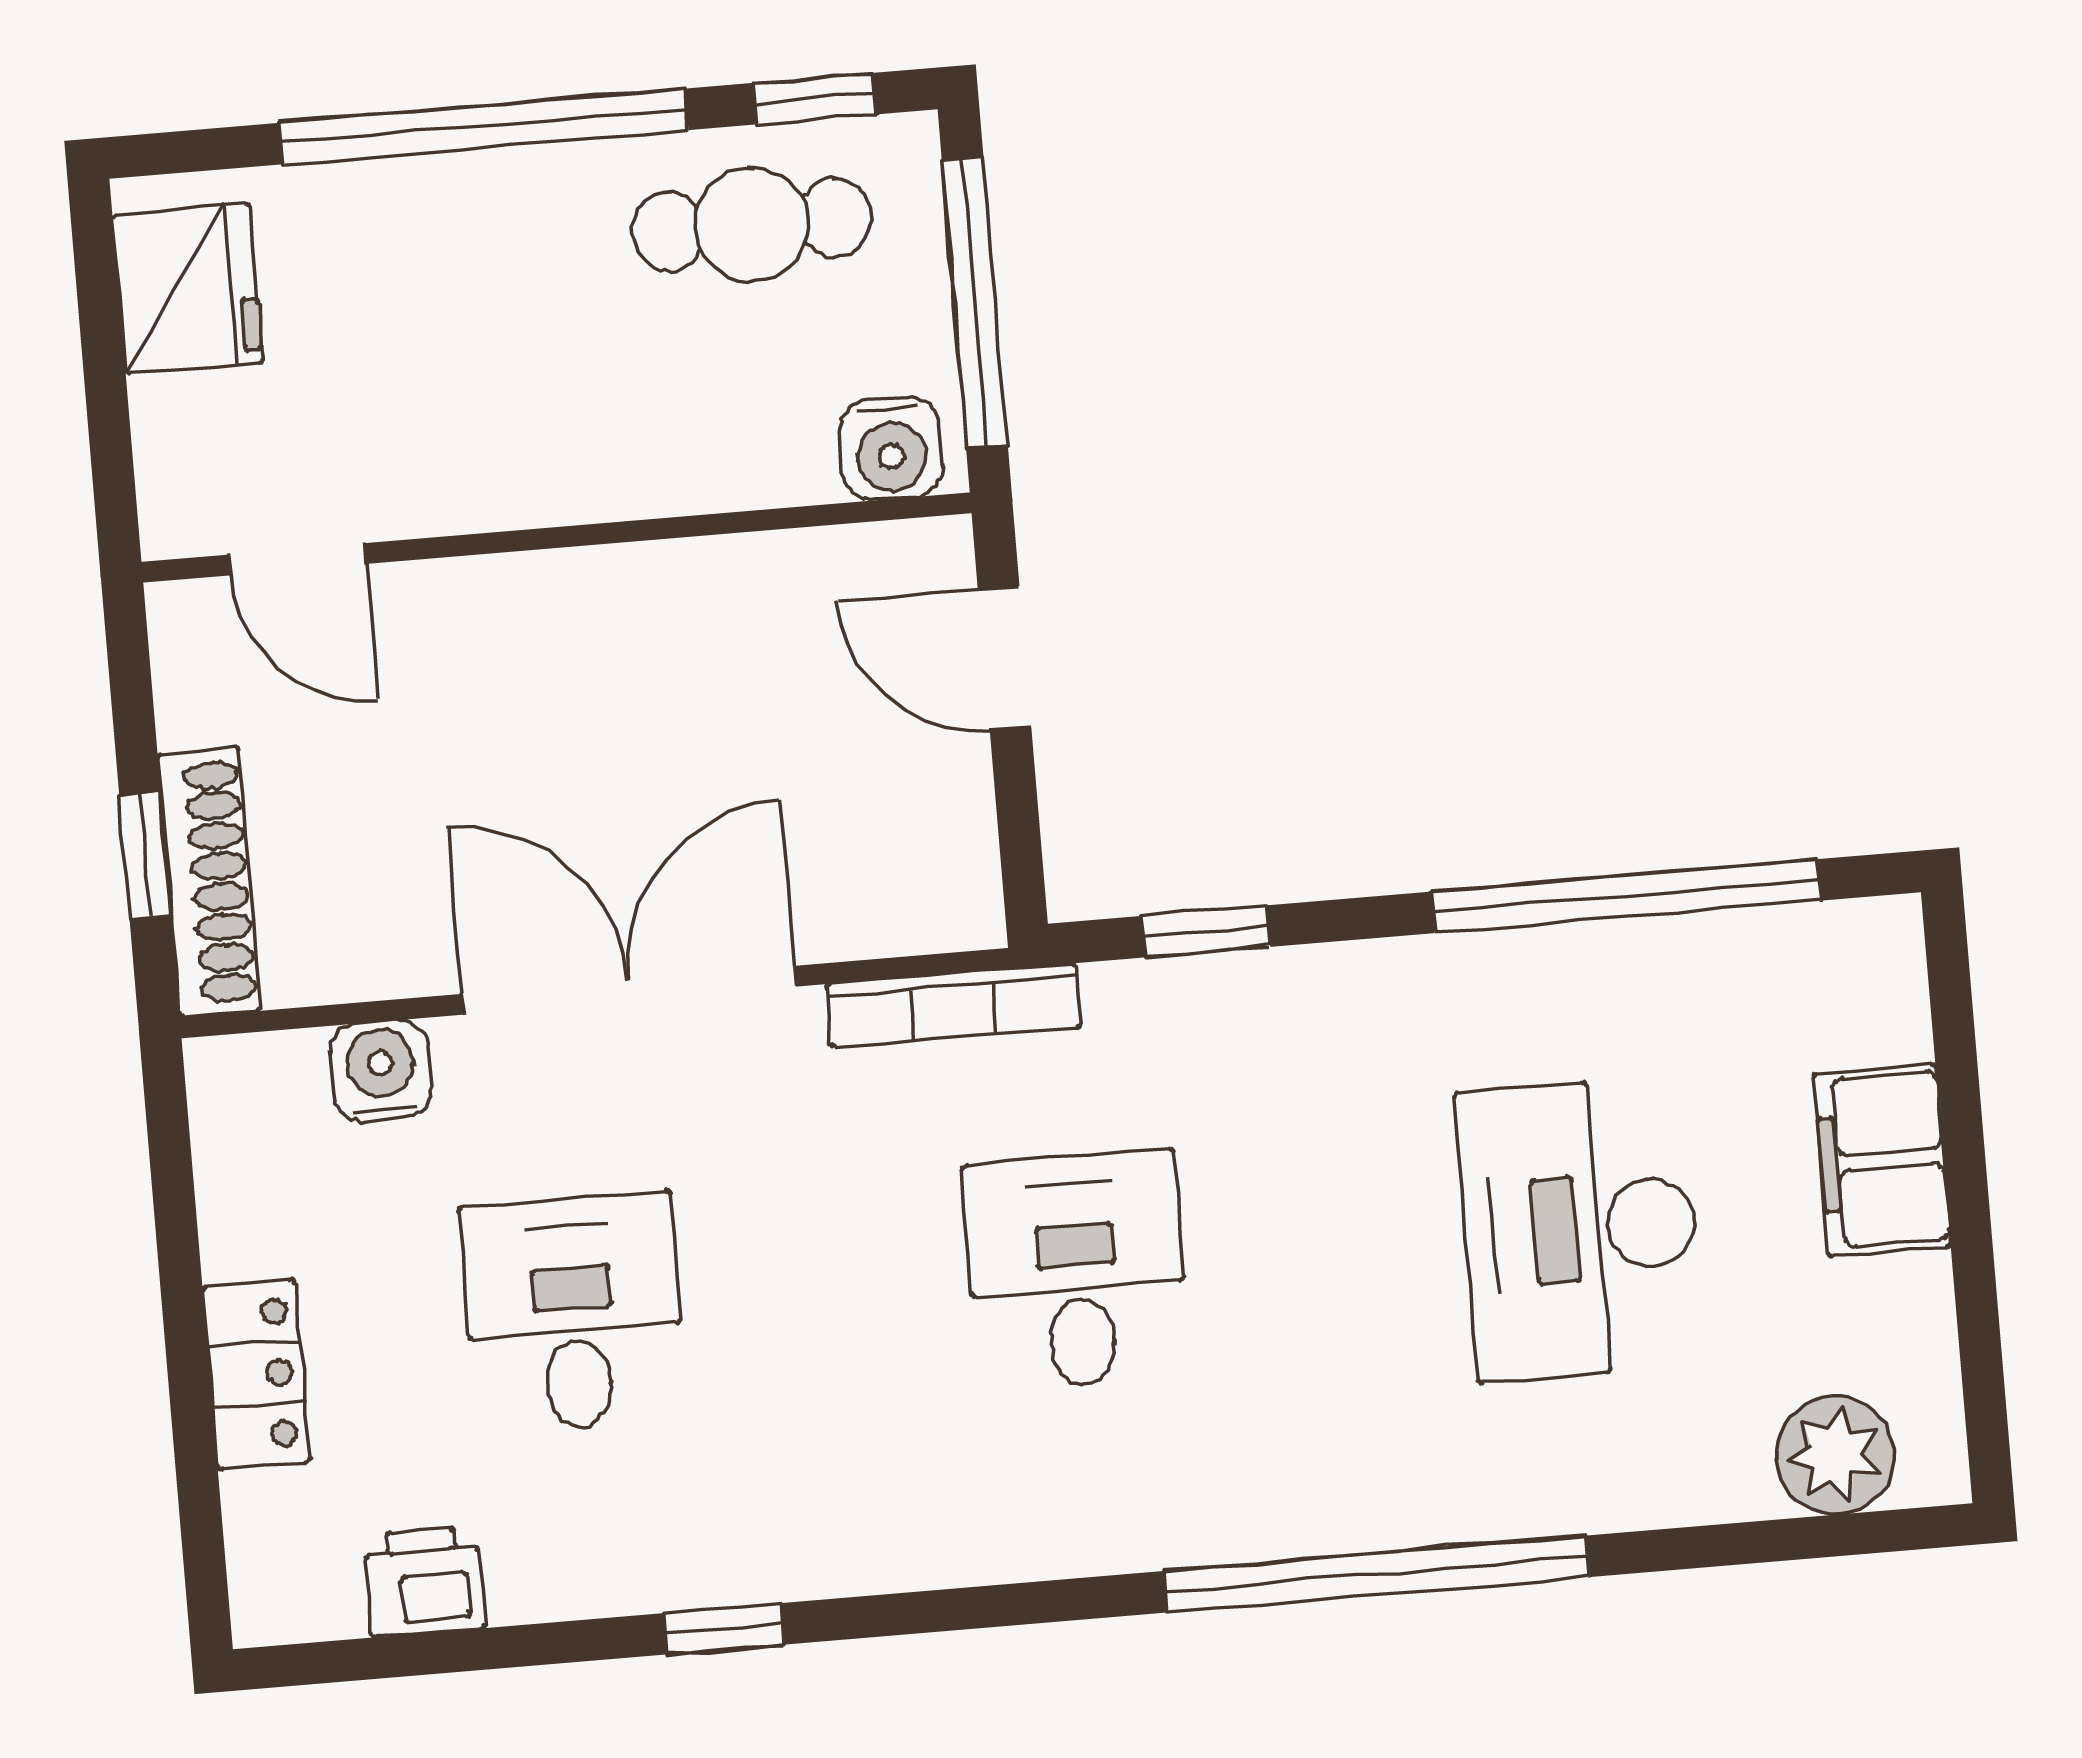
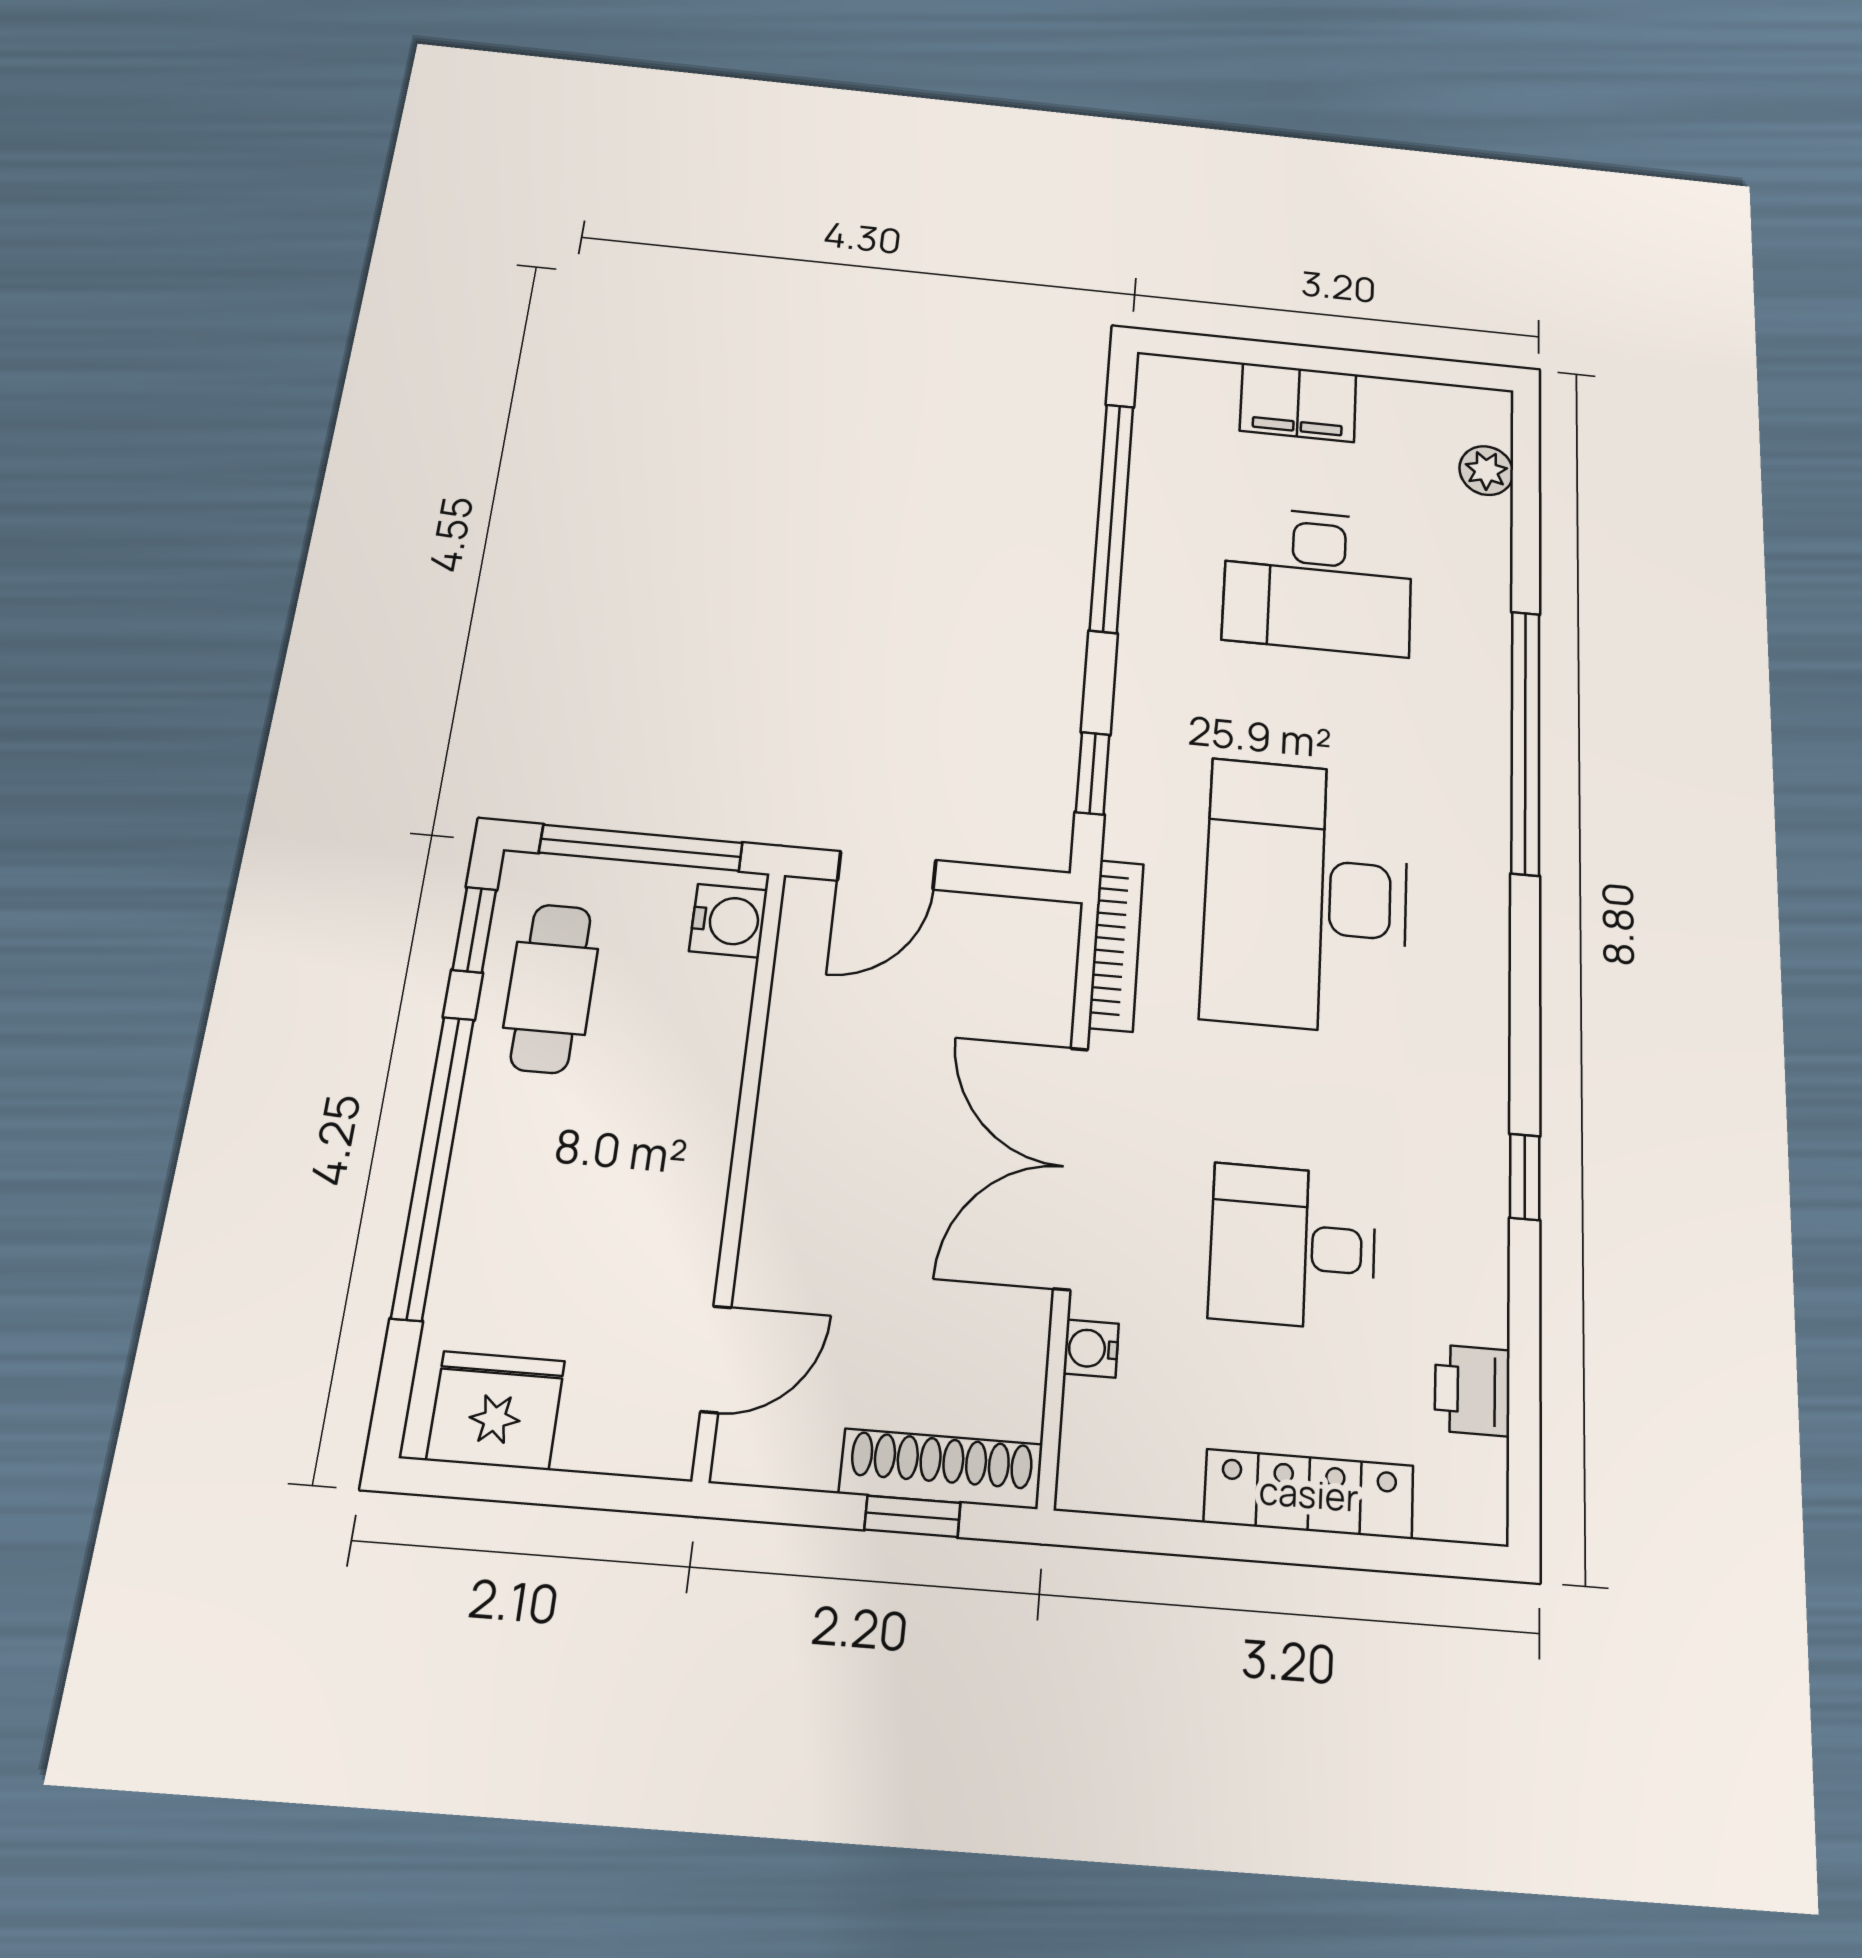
water cooler: (381, 1071) -> (1091, 1349), width x0.72, depth x0.72
desk: (1077, 1271) -> (1306, 895), width x1.87, depth x1.30
locker: (256, 1374) -> (1309, 1494), width x1.53
plant: (1835, 1455) -> (1486, 471), width x0.73, depth x0.73

